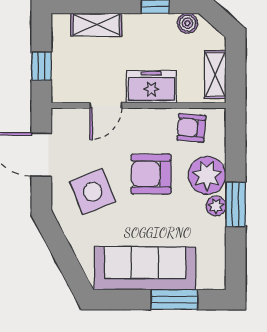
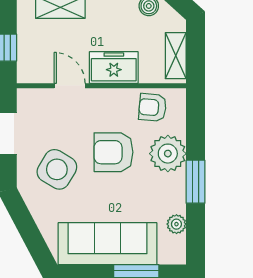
door: (106, 105) -> (70, 86), swing flipped
side table: (93, 192) -> (57, 169), turned -37
plant: (216, 206) -> (176, 224), moved

